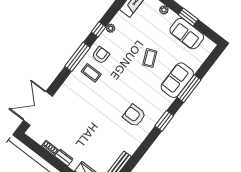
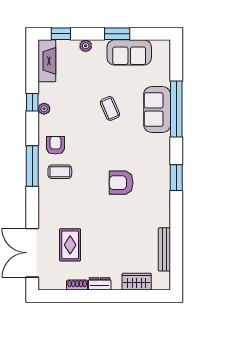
window: (99, 29) -> (32, 102), moved
window: (189, 89) -> (176, 109), width x1.46
armchair: (134, 116) -> (121, 183), moved
rug: (64, 121) -> (70, 245), added
window: (164, 121) -> (176, 178), moved

